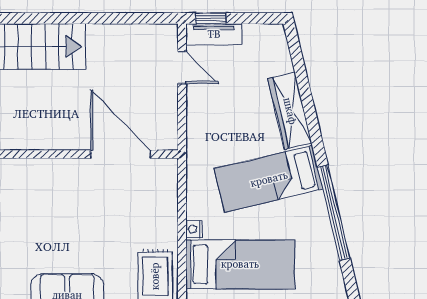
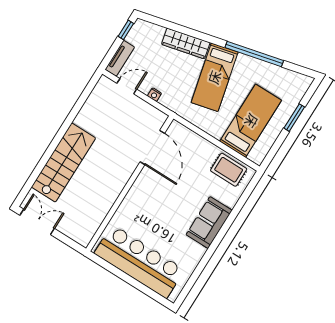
window: (211, 18) -> (126, 30), moved
door: (121, 154) -> (152, 148), swing flipped
nightstand: (194, 229) -> (154, 95), moved

